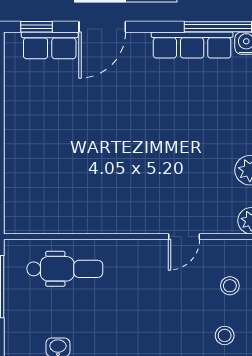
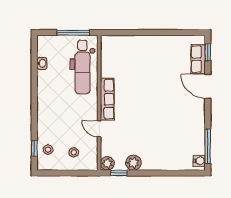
row of seats: (192, 45) -> (107, 99), moved, turned 180
dental chair: (65, 269) -> (82, 67), width x1.36, depth x1.38

